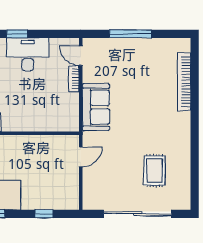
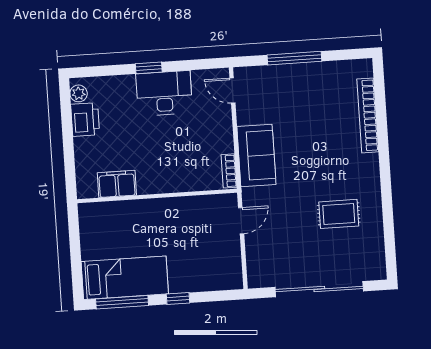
bookcase: (74, 79) -> (229, 171), moved
rug: (154, 171) -> (339, 214), moved, turned 90
window: (44, 214) -> (178, 298), moved

